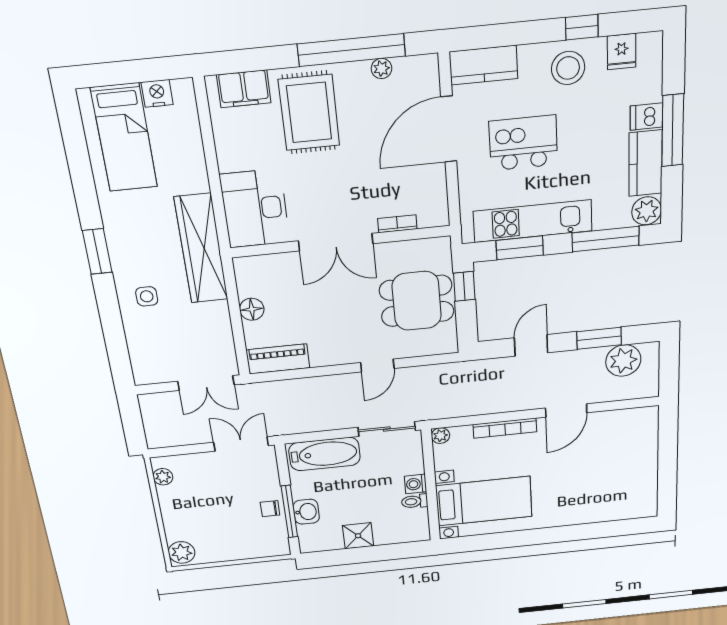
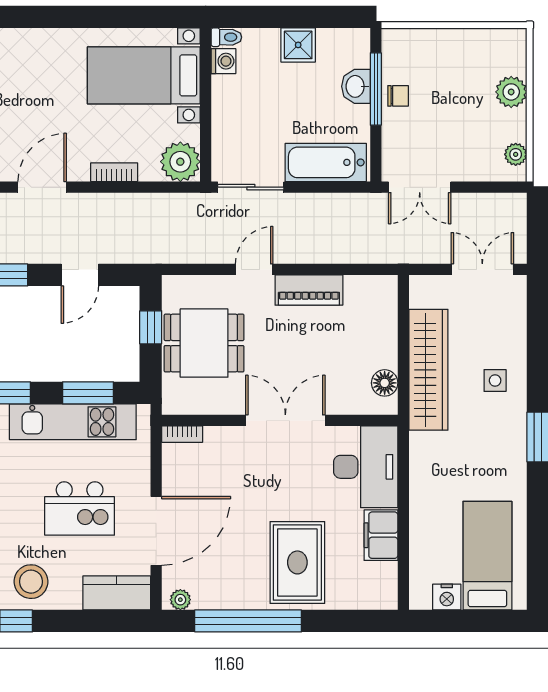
plant: (381, 69) -> (180, 600), moved
filing cabinet: (244, 89) -> (381, 535), moved, turned -90
bookcase: (397, 224) -> (182, 434), moved
wardrobe: (201, 249) -> (428, 370), moved
window: (464, 286) -> (151, 327), moved
floor lamp: (252, 309) -> (385, 383), moved
piano: (278, 359) -> (309, 290), moved
double door: (206, 383) -> (482, 269), moved
bookcase: (505, 428) -> (114, 172), width x0.64
plant: (440, 436) -> (180, 162), width x1.88, depth x1.88
washing machine: (416, 484) -> (223, 61), moved
toilet: (415, 501) -> (226, 37), moved
plant: (182, 552) -> (511, 92), moved

